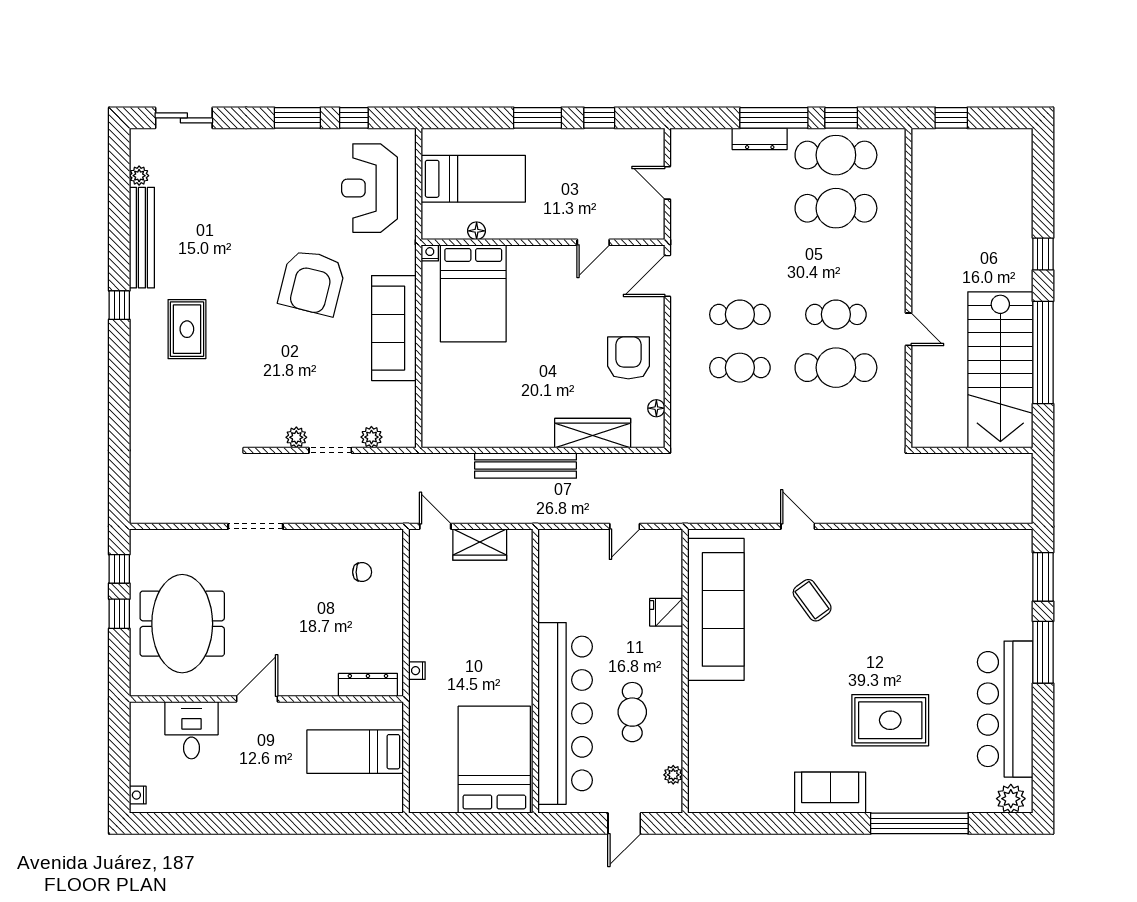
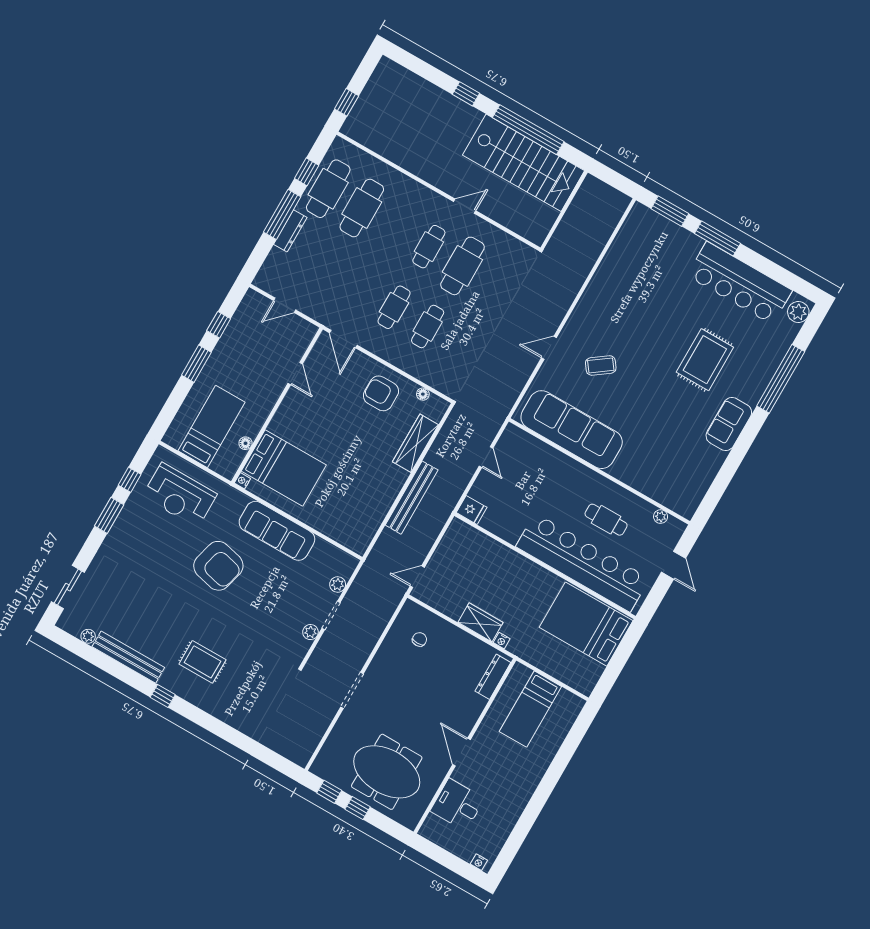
wardrobe: (480, 545) -> (480, 622), moved, turned -90
fridge: (666, 612) -> (472, 510), moved, turned -90

